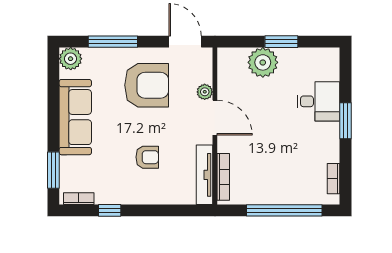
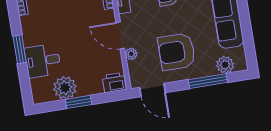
plant: (71, 59) -> (225, 65), moved
printer: (232, 59) -> (114, 83), added
plant: (263, 62) -> (65, 88), moved

